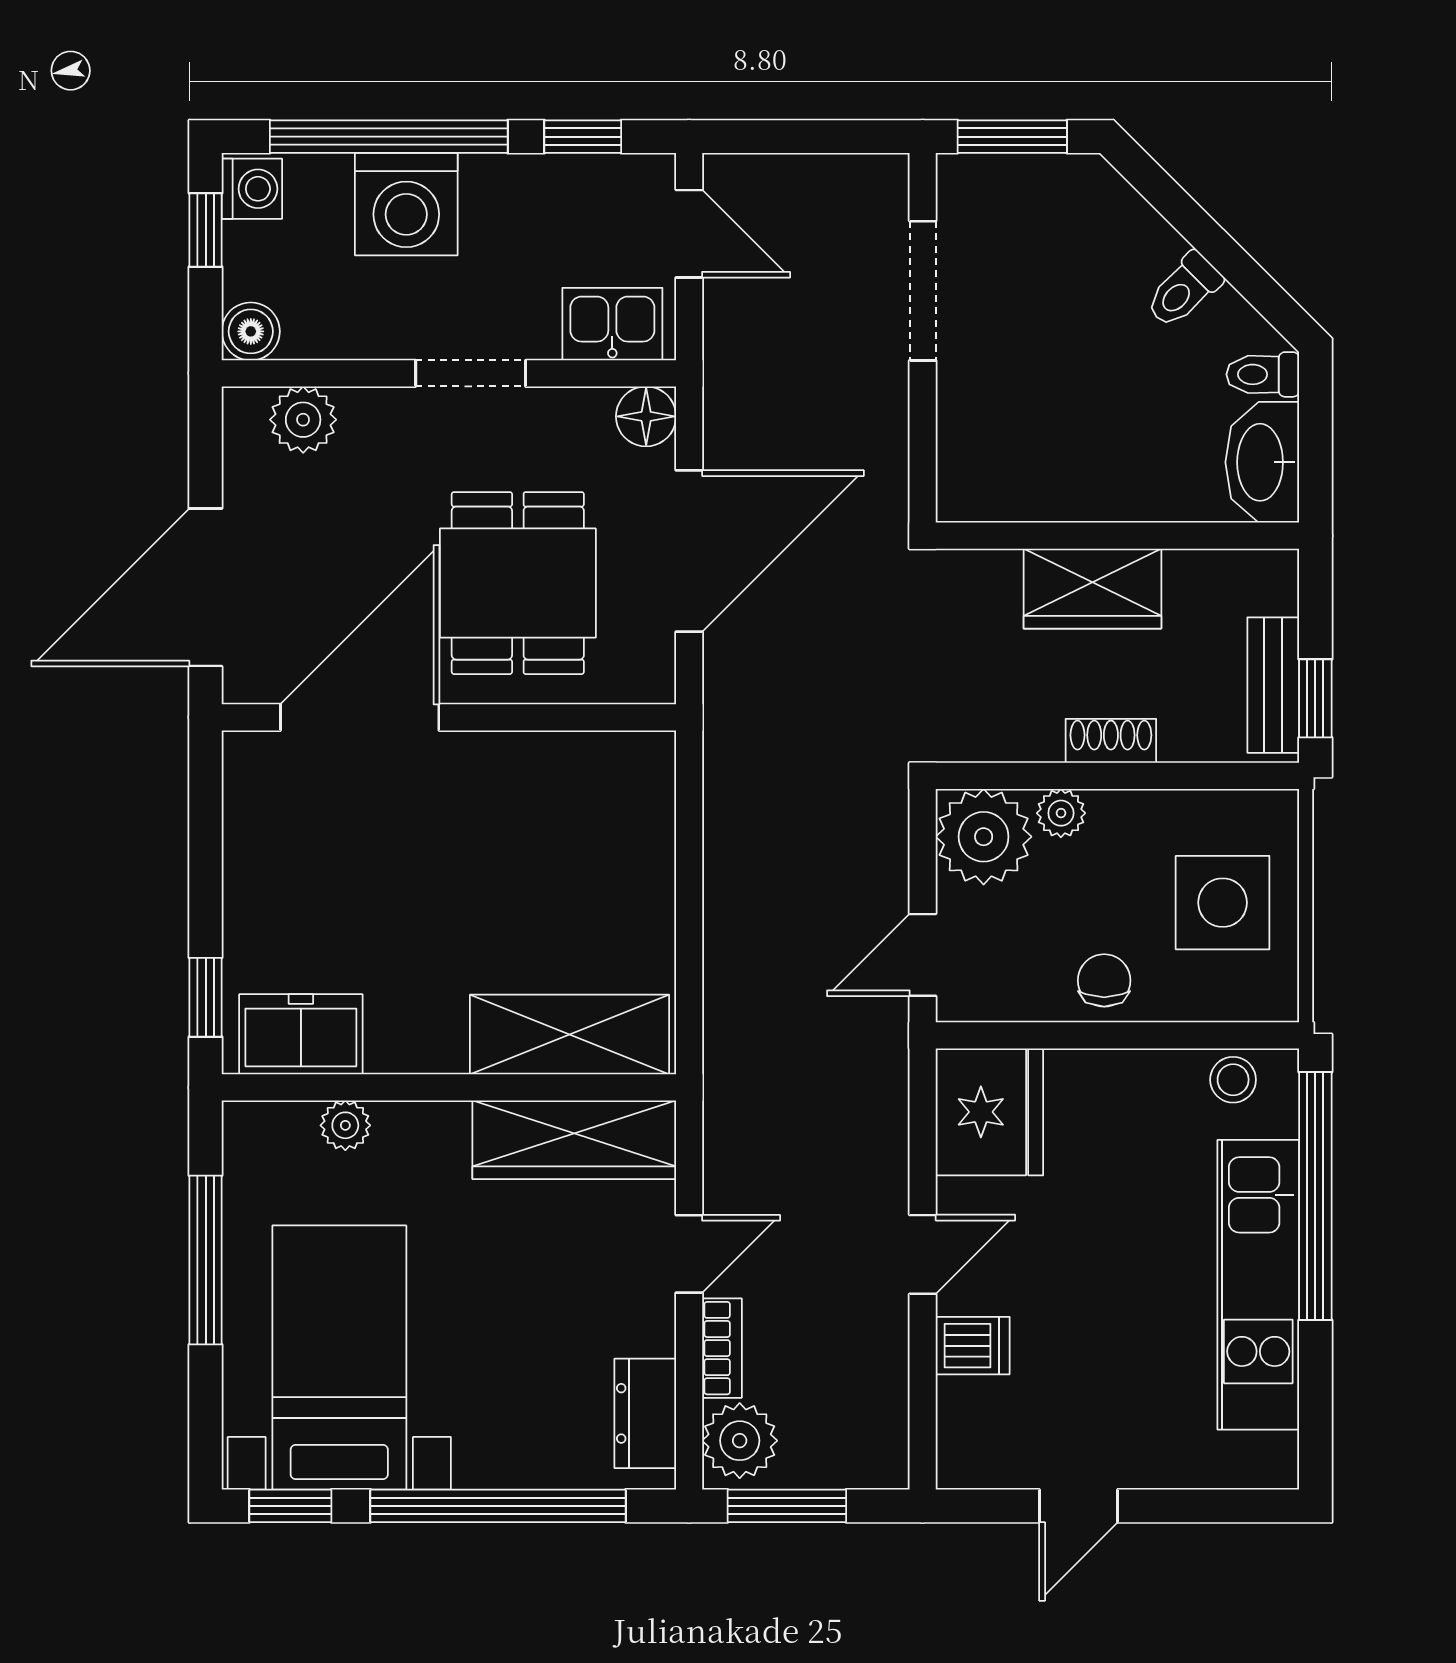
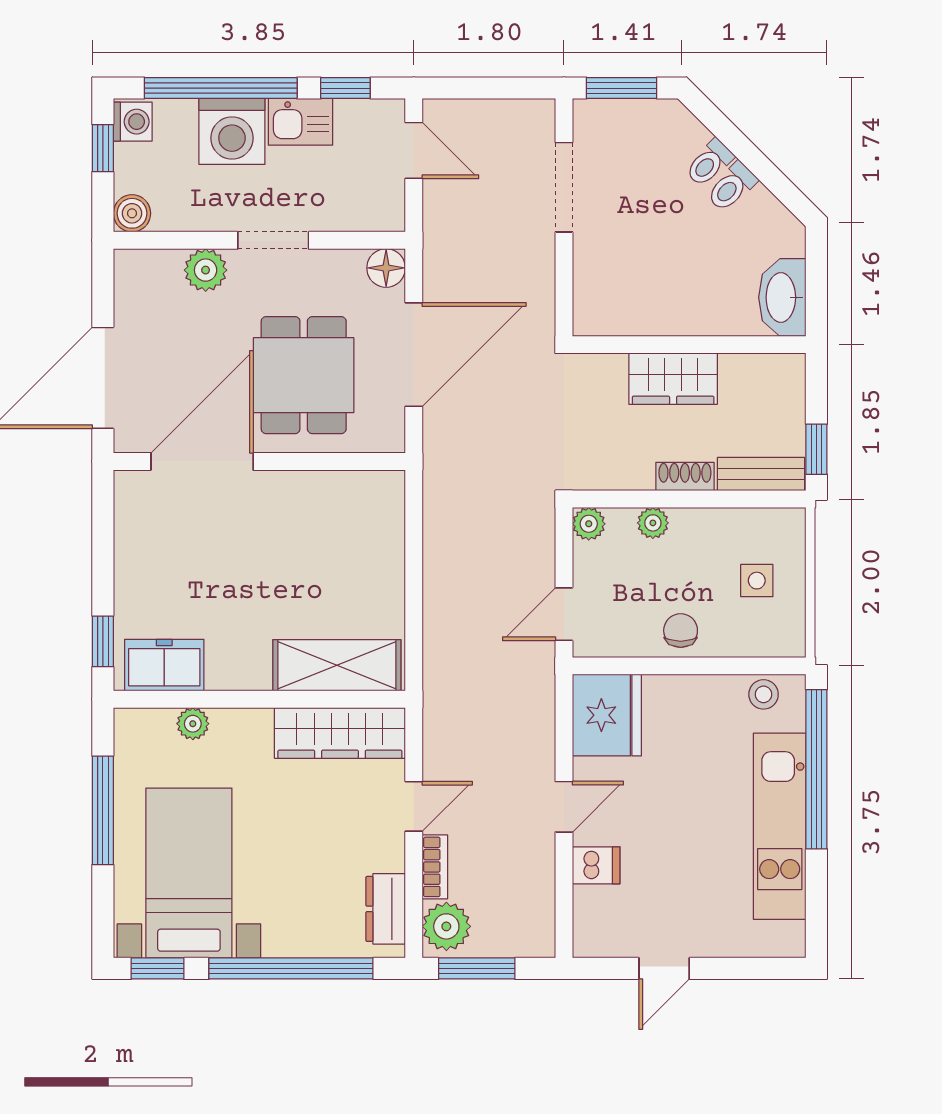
kitchen sink: (612, 324) -> (301, 122), moved, turned 180
toilet: (1263, 374) -> (709, 163), moved, turned -45
plant: (303, 420) -> (206, 270), moved
bench: (1273, 685) -> (761, 474), moved, turned 90
plant: (984, 837) -> (589, 524), width x0.53, depth x0.53
side table: (1223, 903) -> (757, 581), width x0.54, depth x0.54

